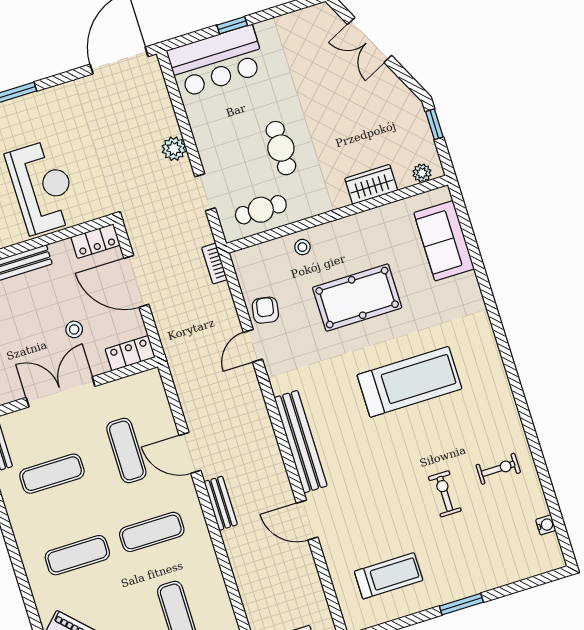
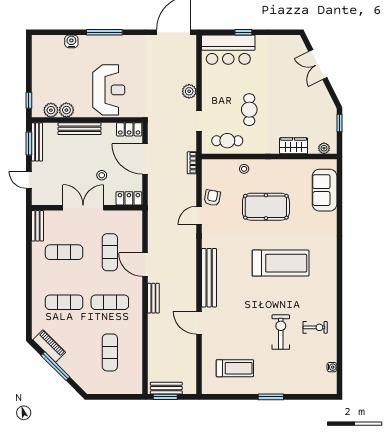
exercise bike: (445, 494) -> (281, 332), width x1.38, depth x1.39

